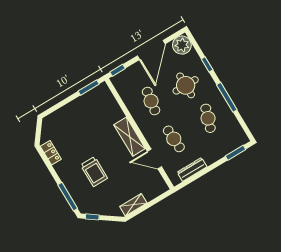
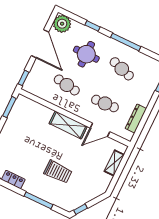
window: (68, 197) -> (39, 200), moved
shelving: (133, 205) -> (114, 163), moved

